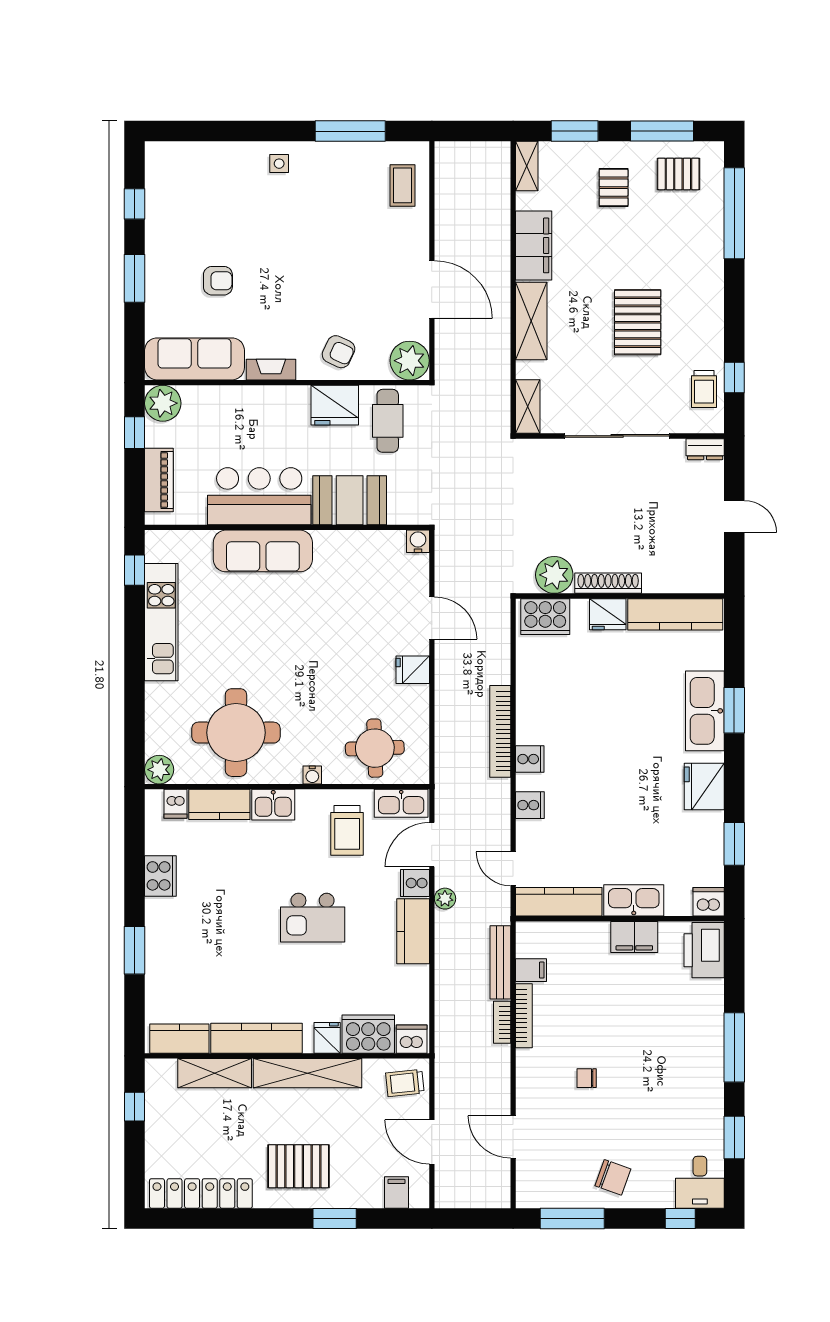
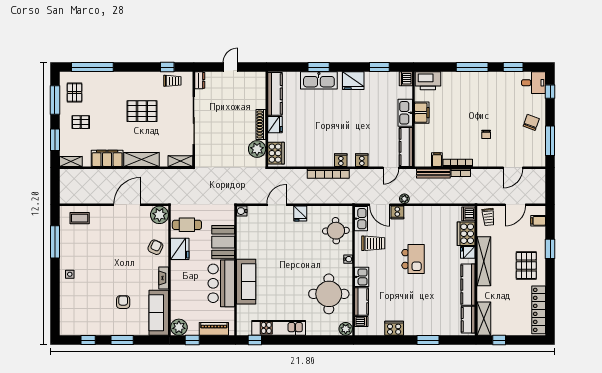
kitchen counter: (413, 931) -> (419, 213), removed
shelving: (215, 1073) -> (484, 319), moved

